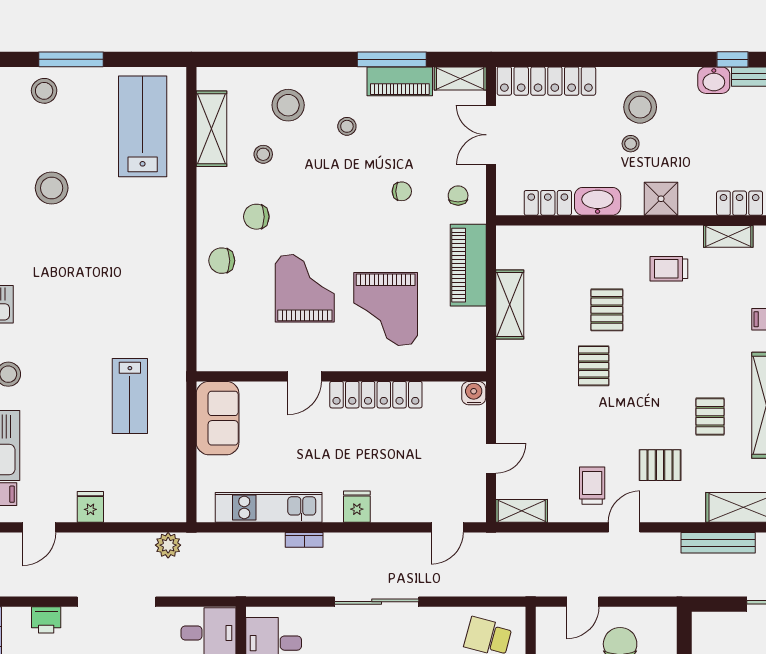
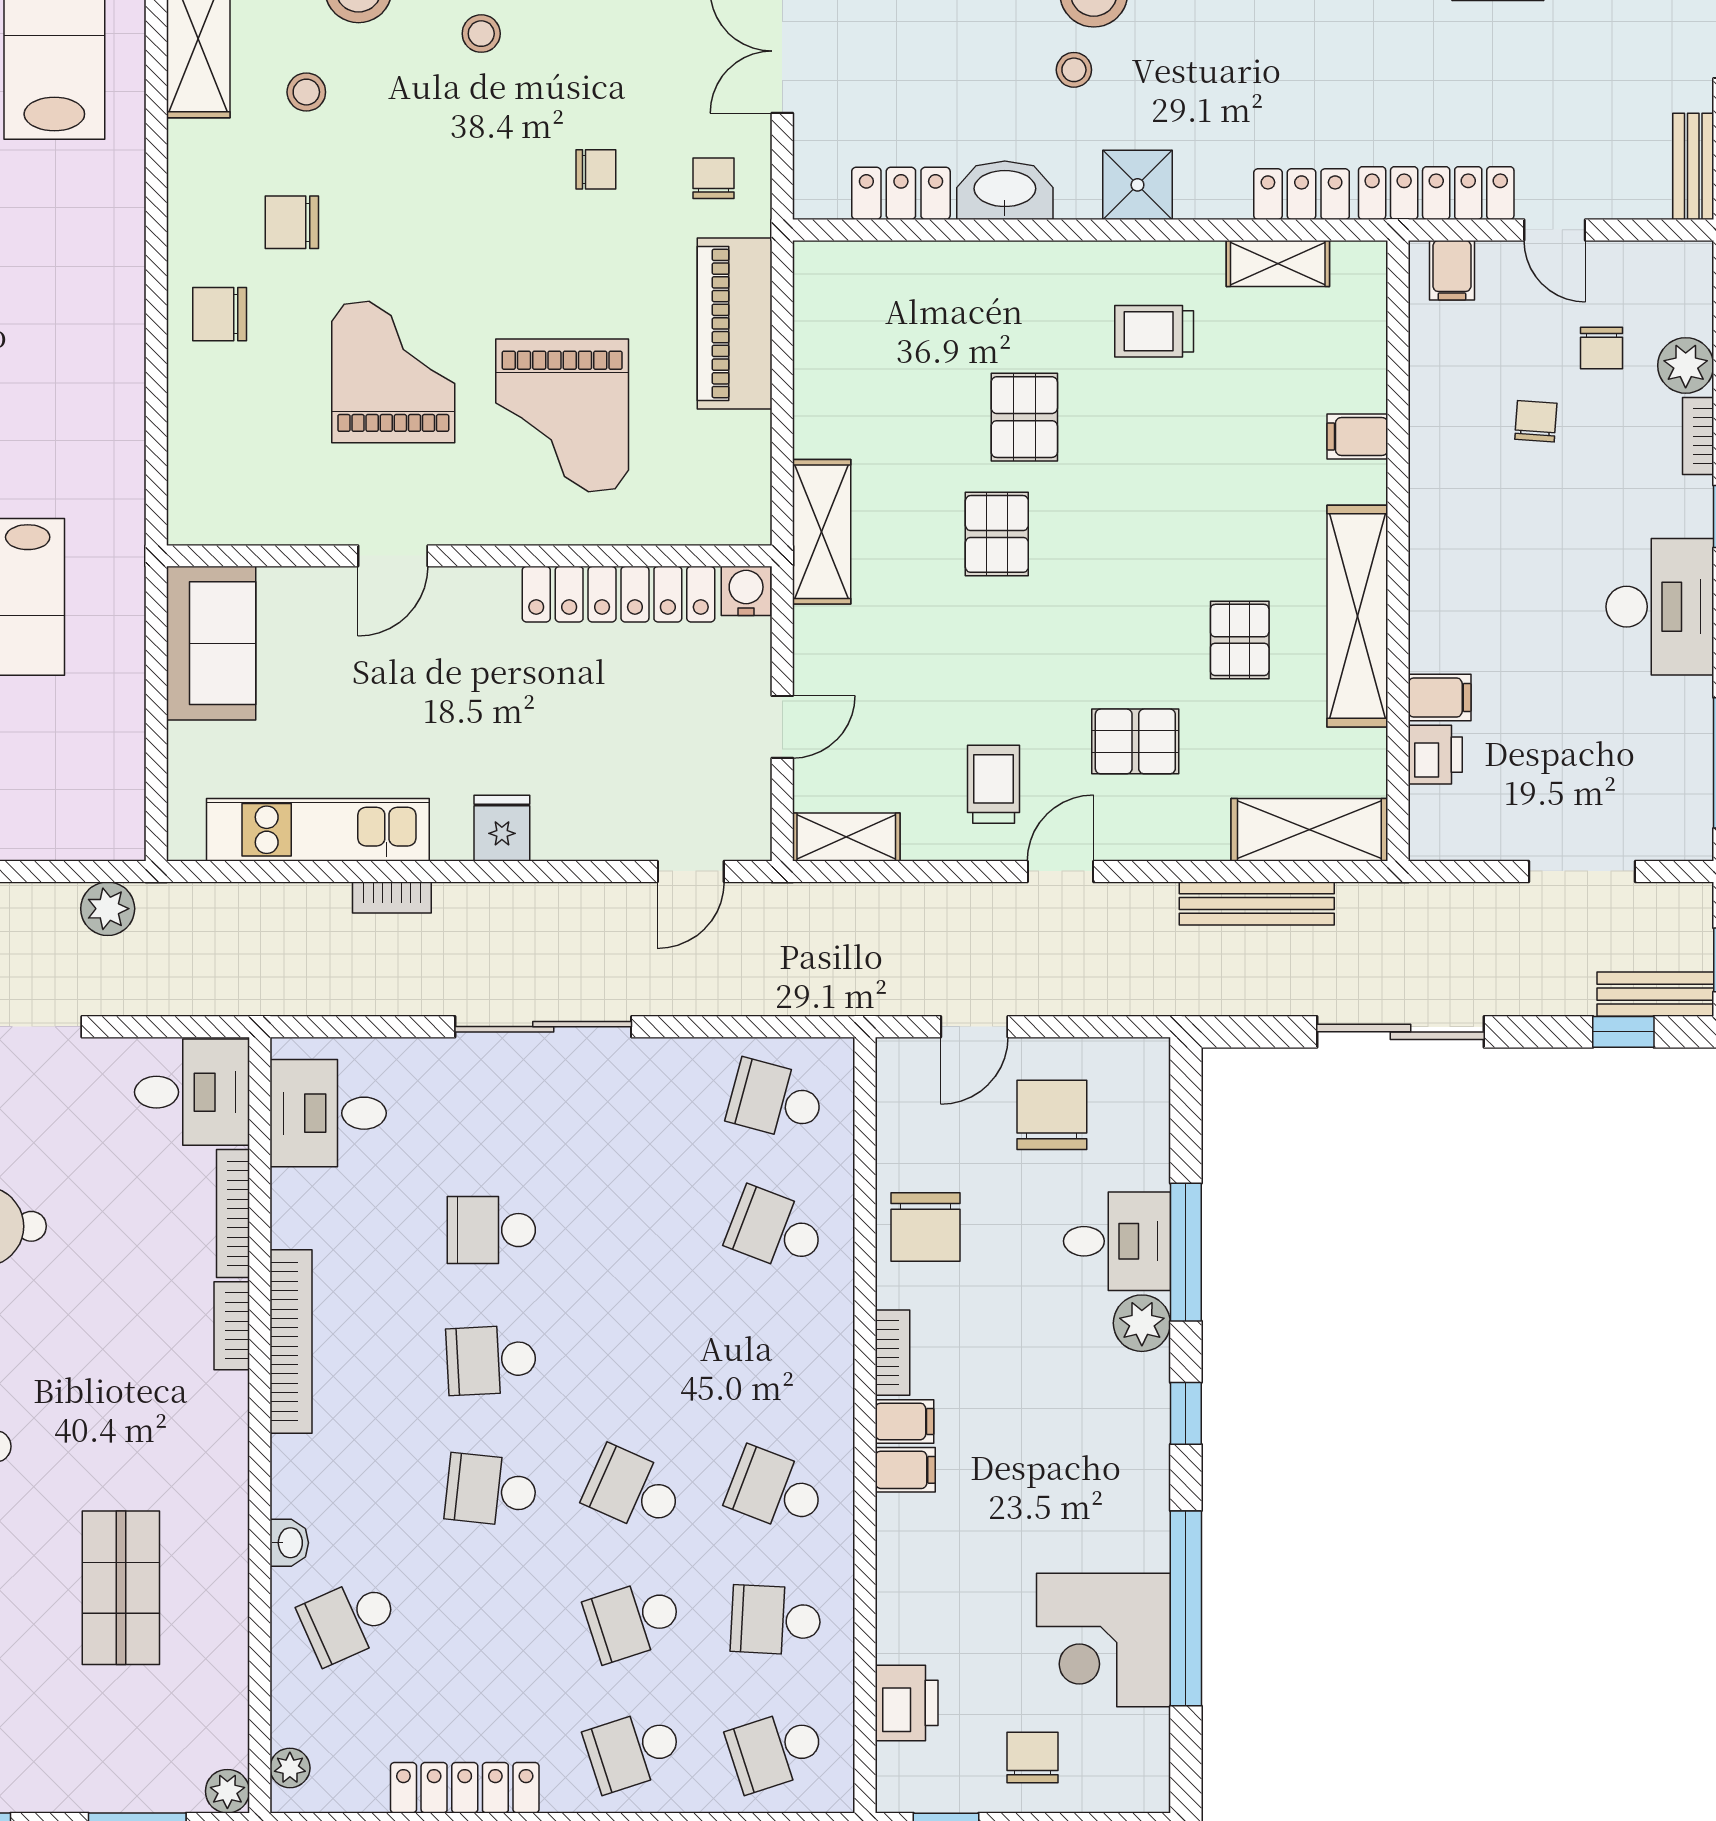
shelving: (510, 304) -> (822, 532), moved
locker: (376, 395) -> (618, 594), moved

